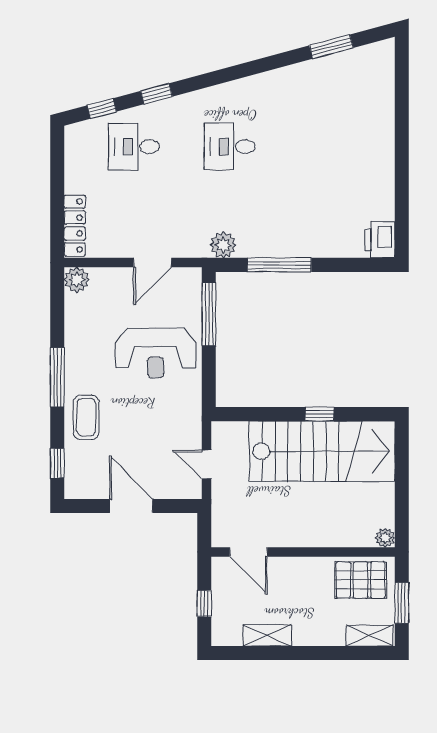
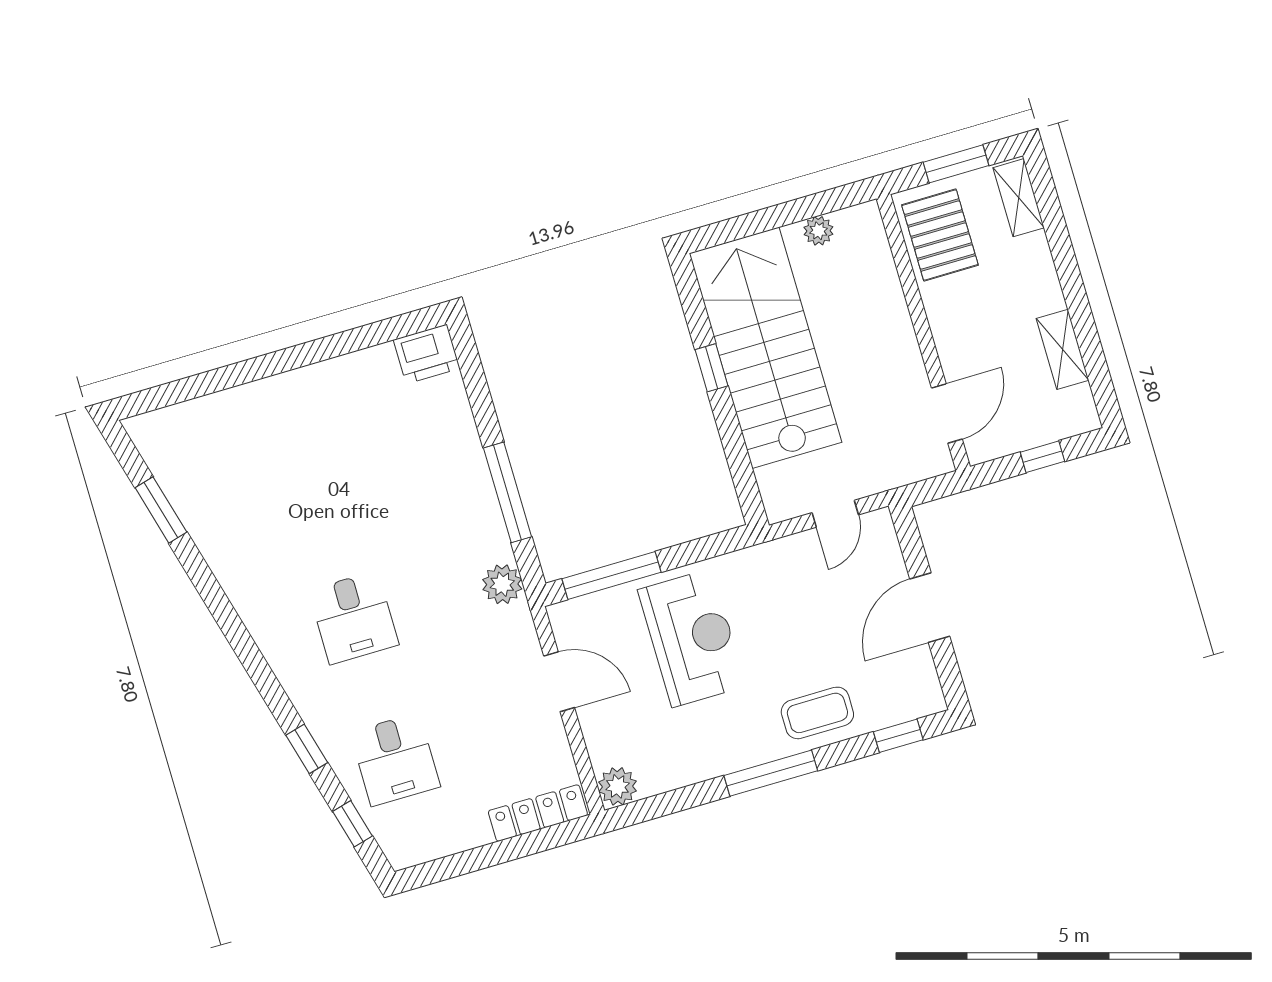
plant: (385, 538) -> (818, 231), moved

